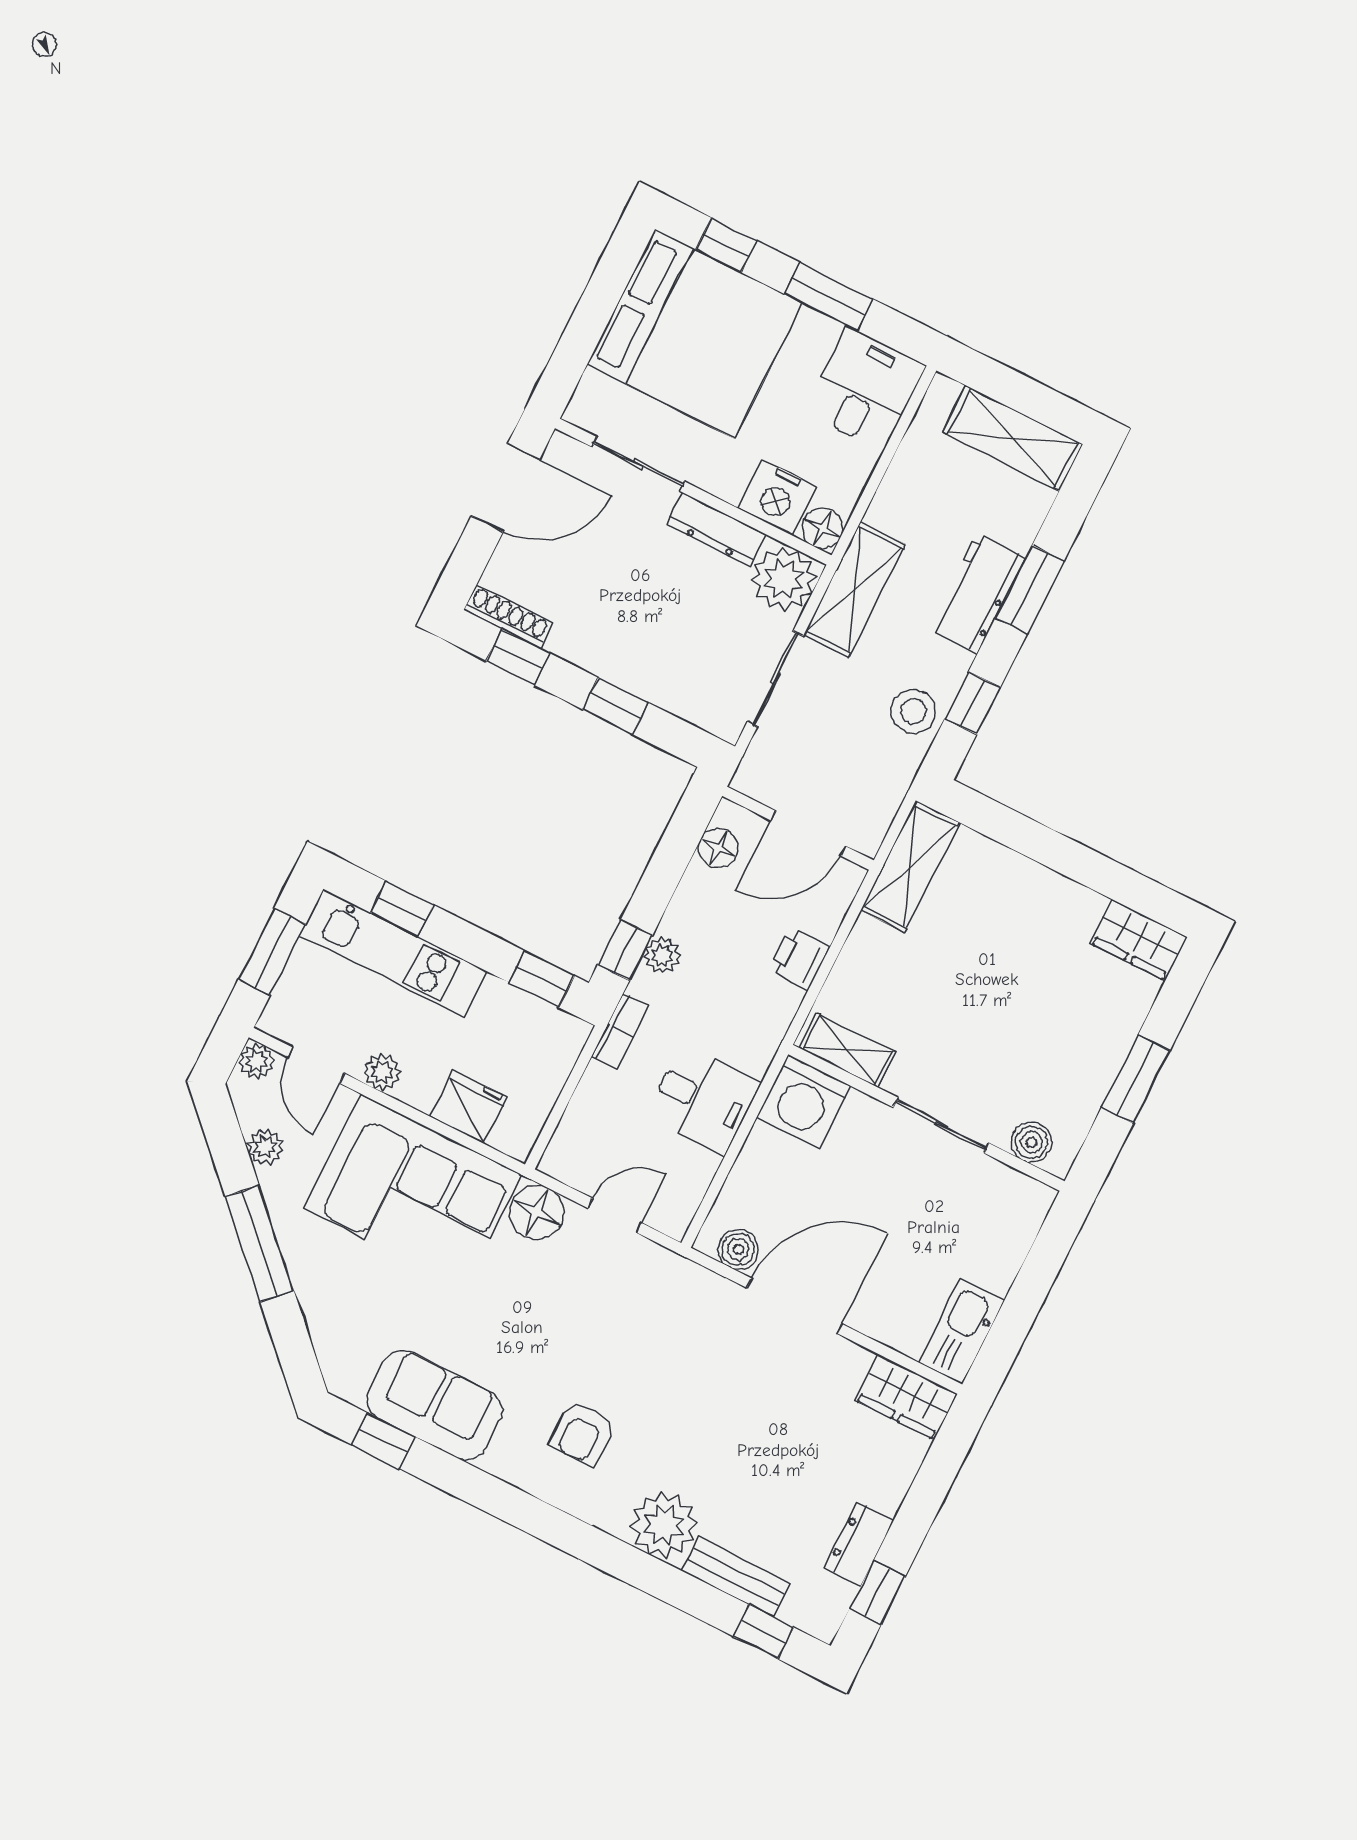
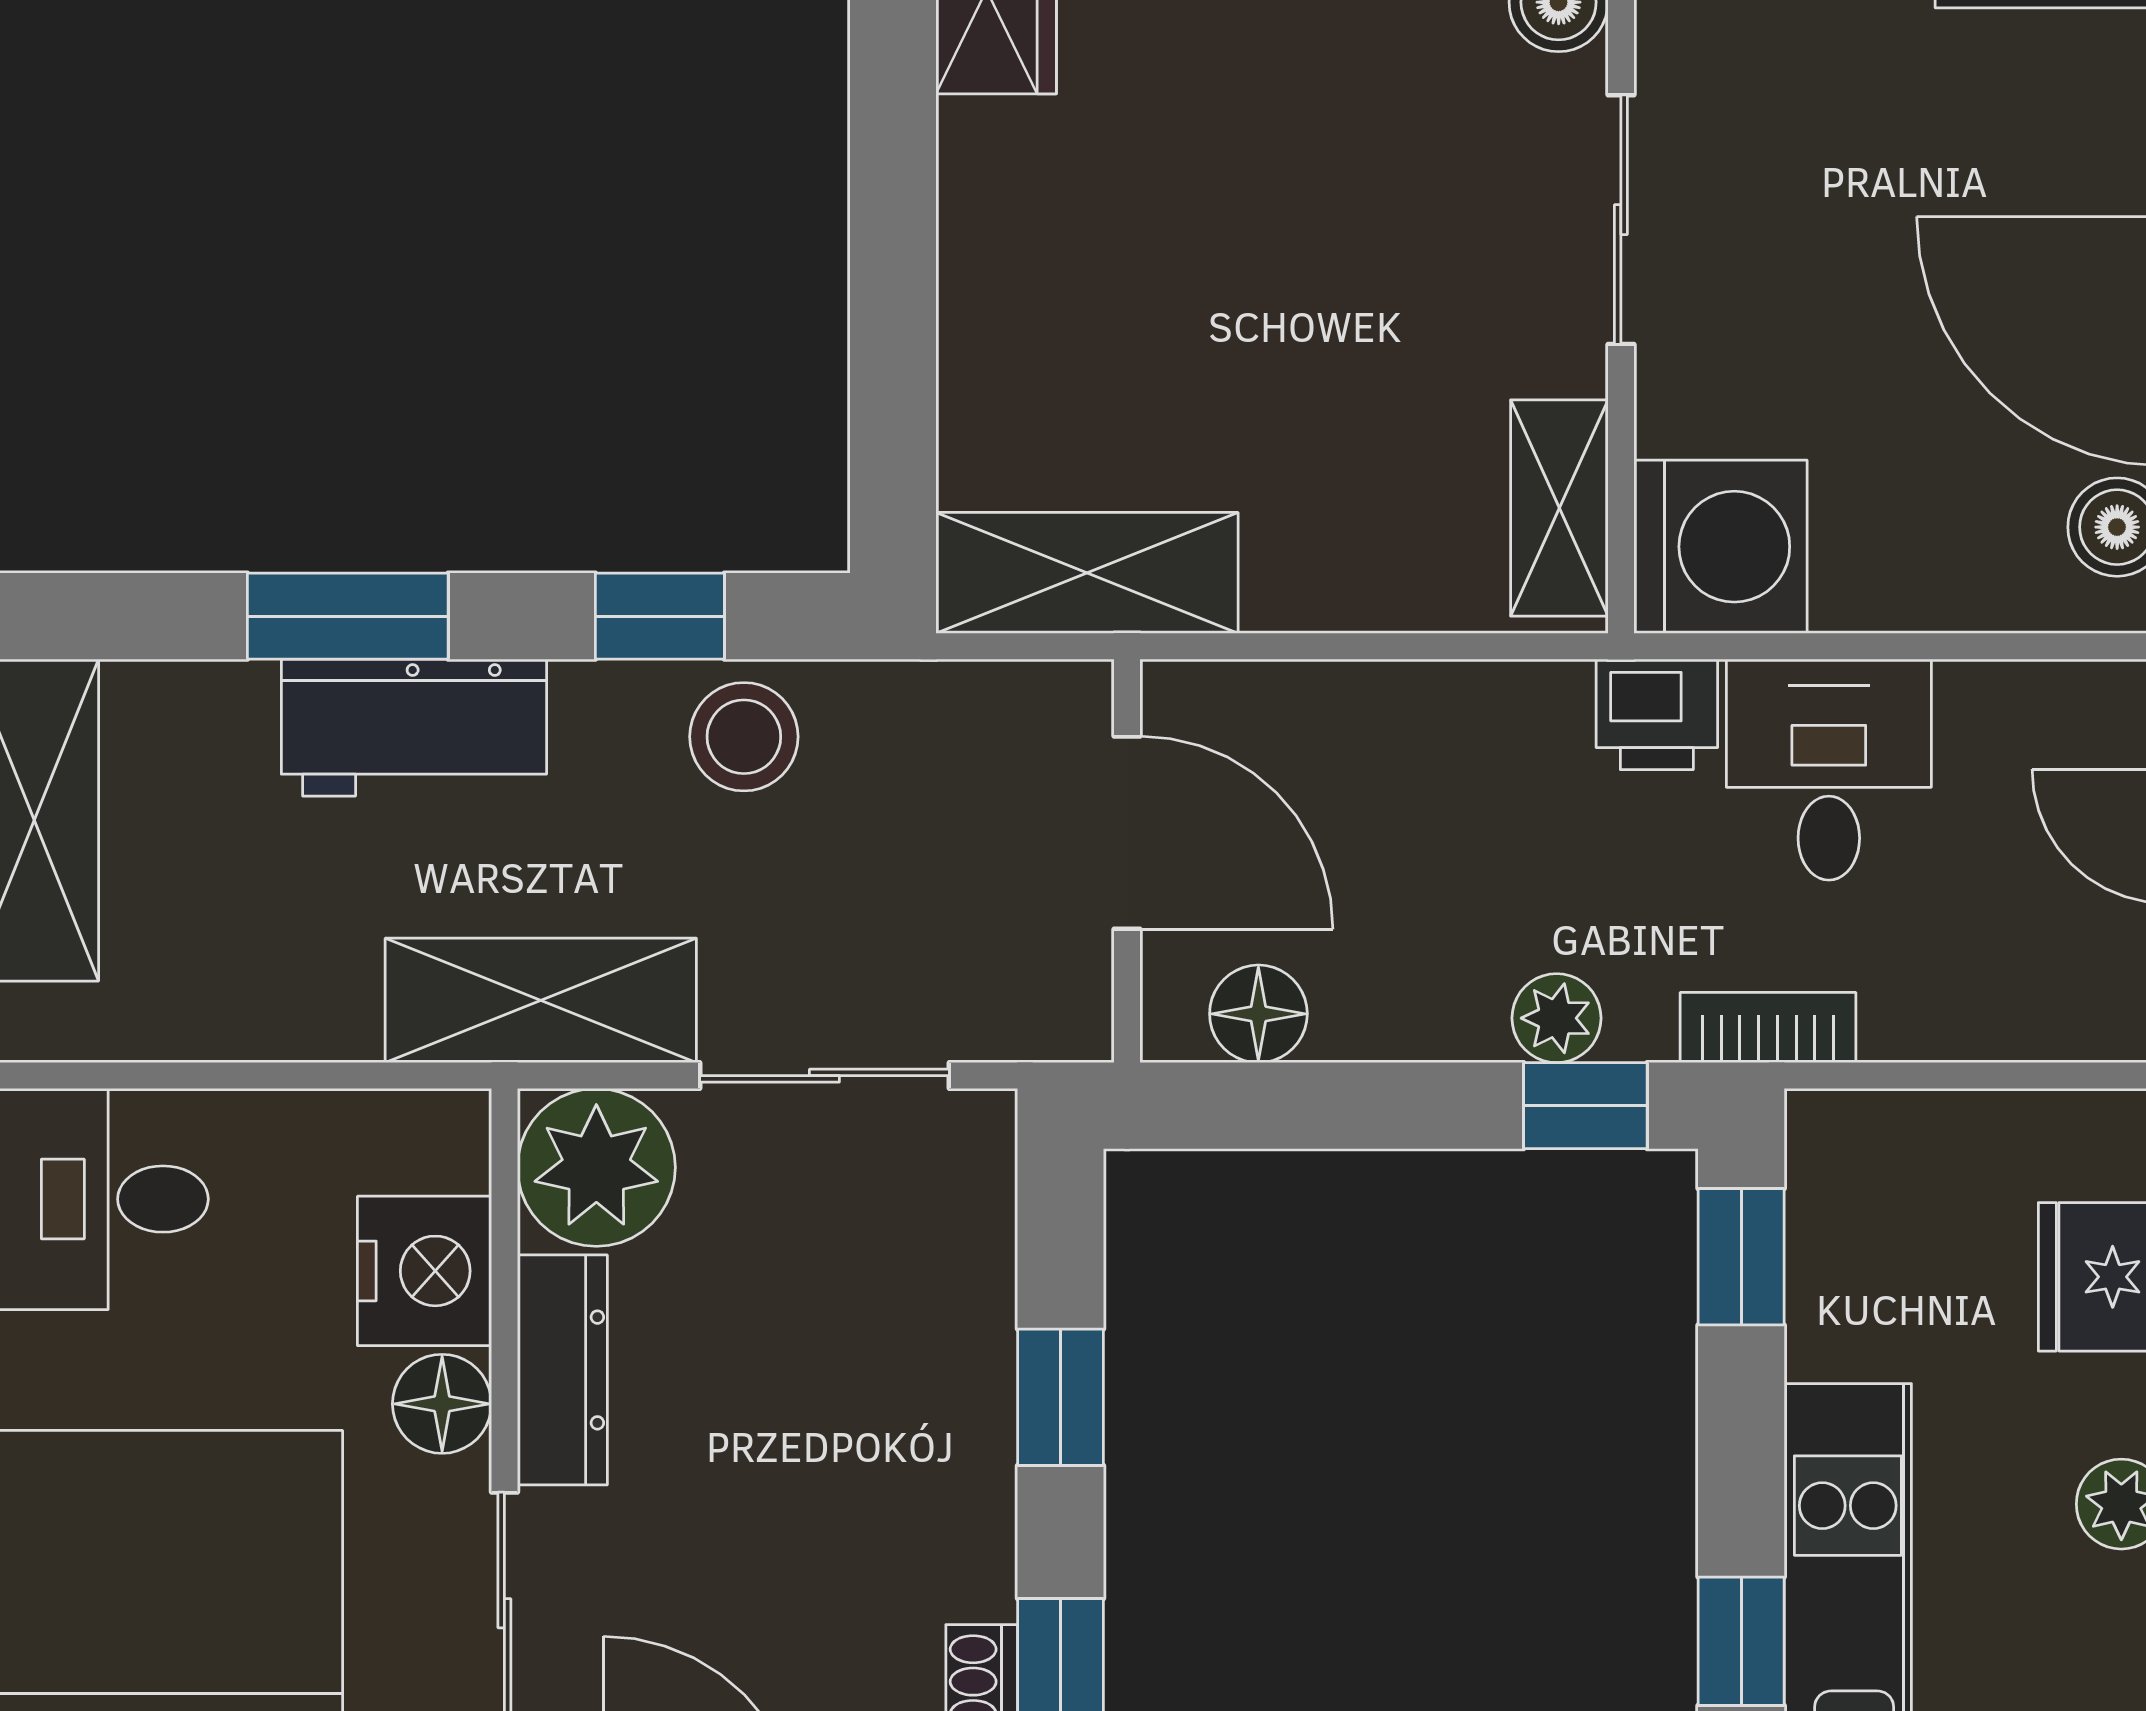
floor lamp: (823, 528) -> (442, 1404), moved
printer: (799, 959) -> (1657, 714), moved

